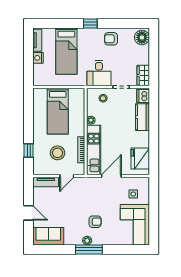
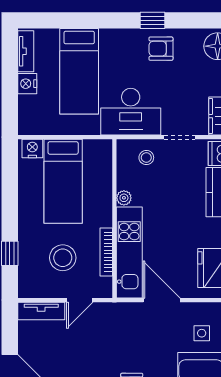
window: (90, 23) -> (153, 20), moved
desk: (99, 73) -> (131, 112), width x1.37
nightstand: (41, 93) -> (32, 148), added
door: (111, 176) -> (162, 300), hinge flipped

